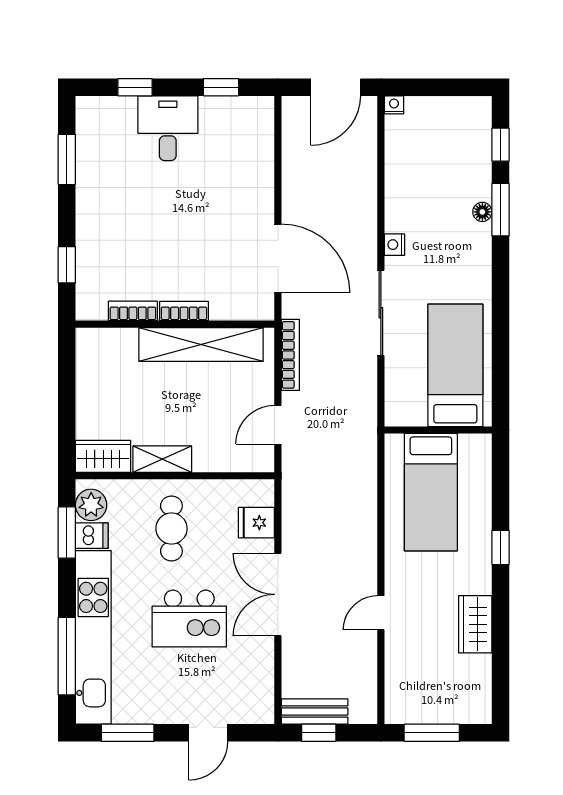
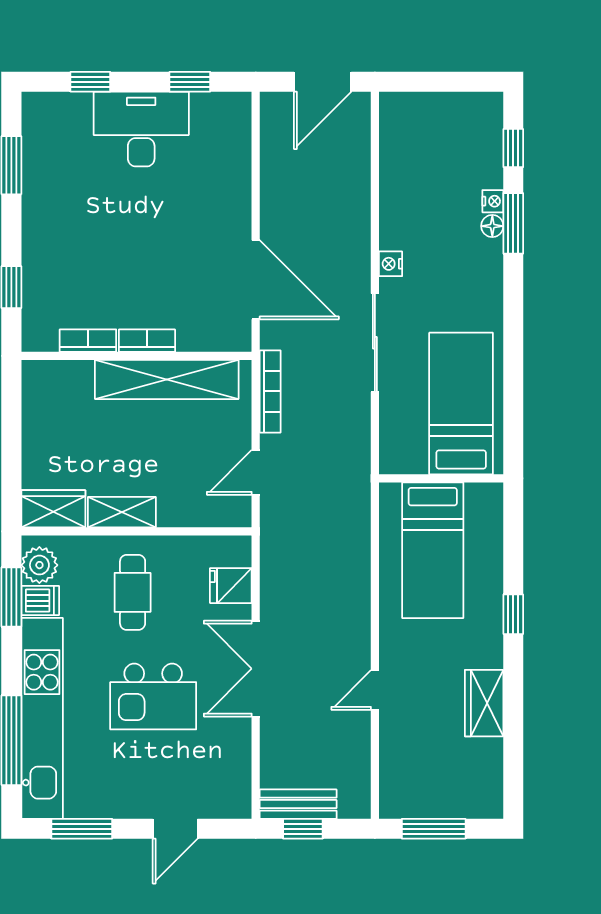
nightstand: (394, 105) -> (493, 201), moved, turned 90
desk: (168, 128) -> (141, 129), width x1.37

